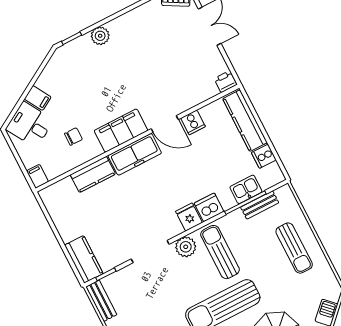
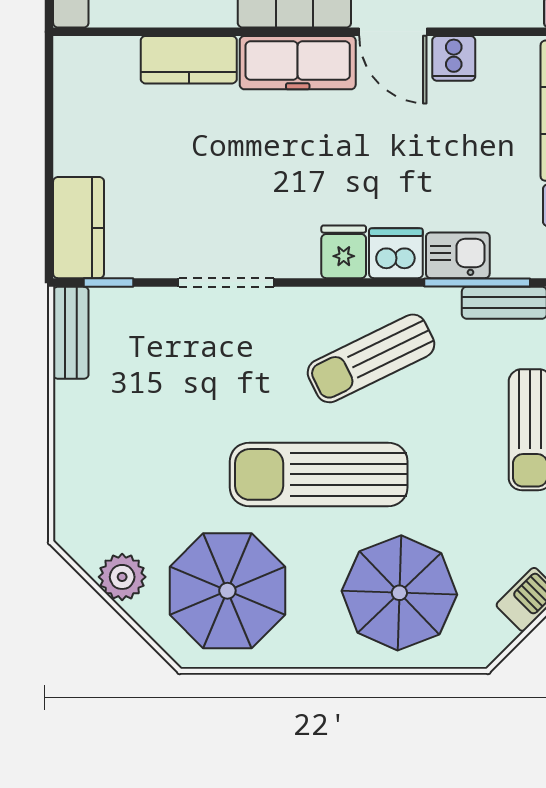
kitchen sink: (246, 189) -> (458, 255), moved
plant: (186, 247) -> (305, 311), removed
sun lounger: (220, 252) -> (371, 358), turned -116

